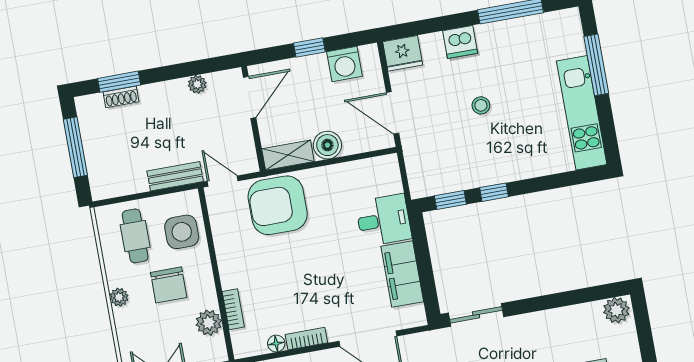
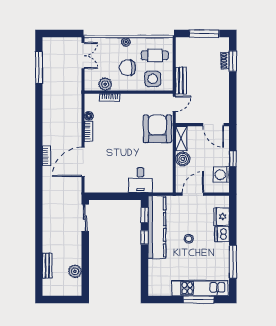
fridge: (403, 53) -> (222, 217), moved
plant: (197, 84) -> (225, 100), removed
kitchen unit: (582, 113) -> (200, 288), moved
kitchen counter: (469, 172) -> (157, 227), added
filing cabinet: (402, 274) -> (112, 185), removed
plant: (616, 310) -> (75, 271), moved

